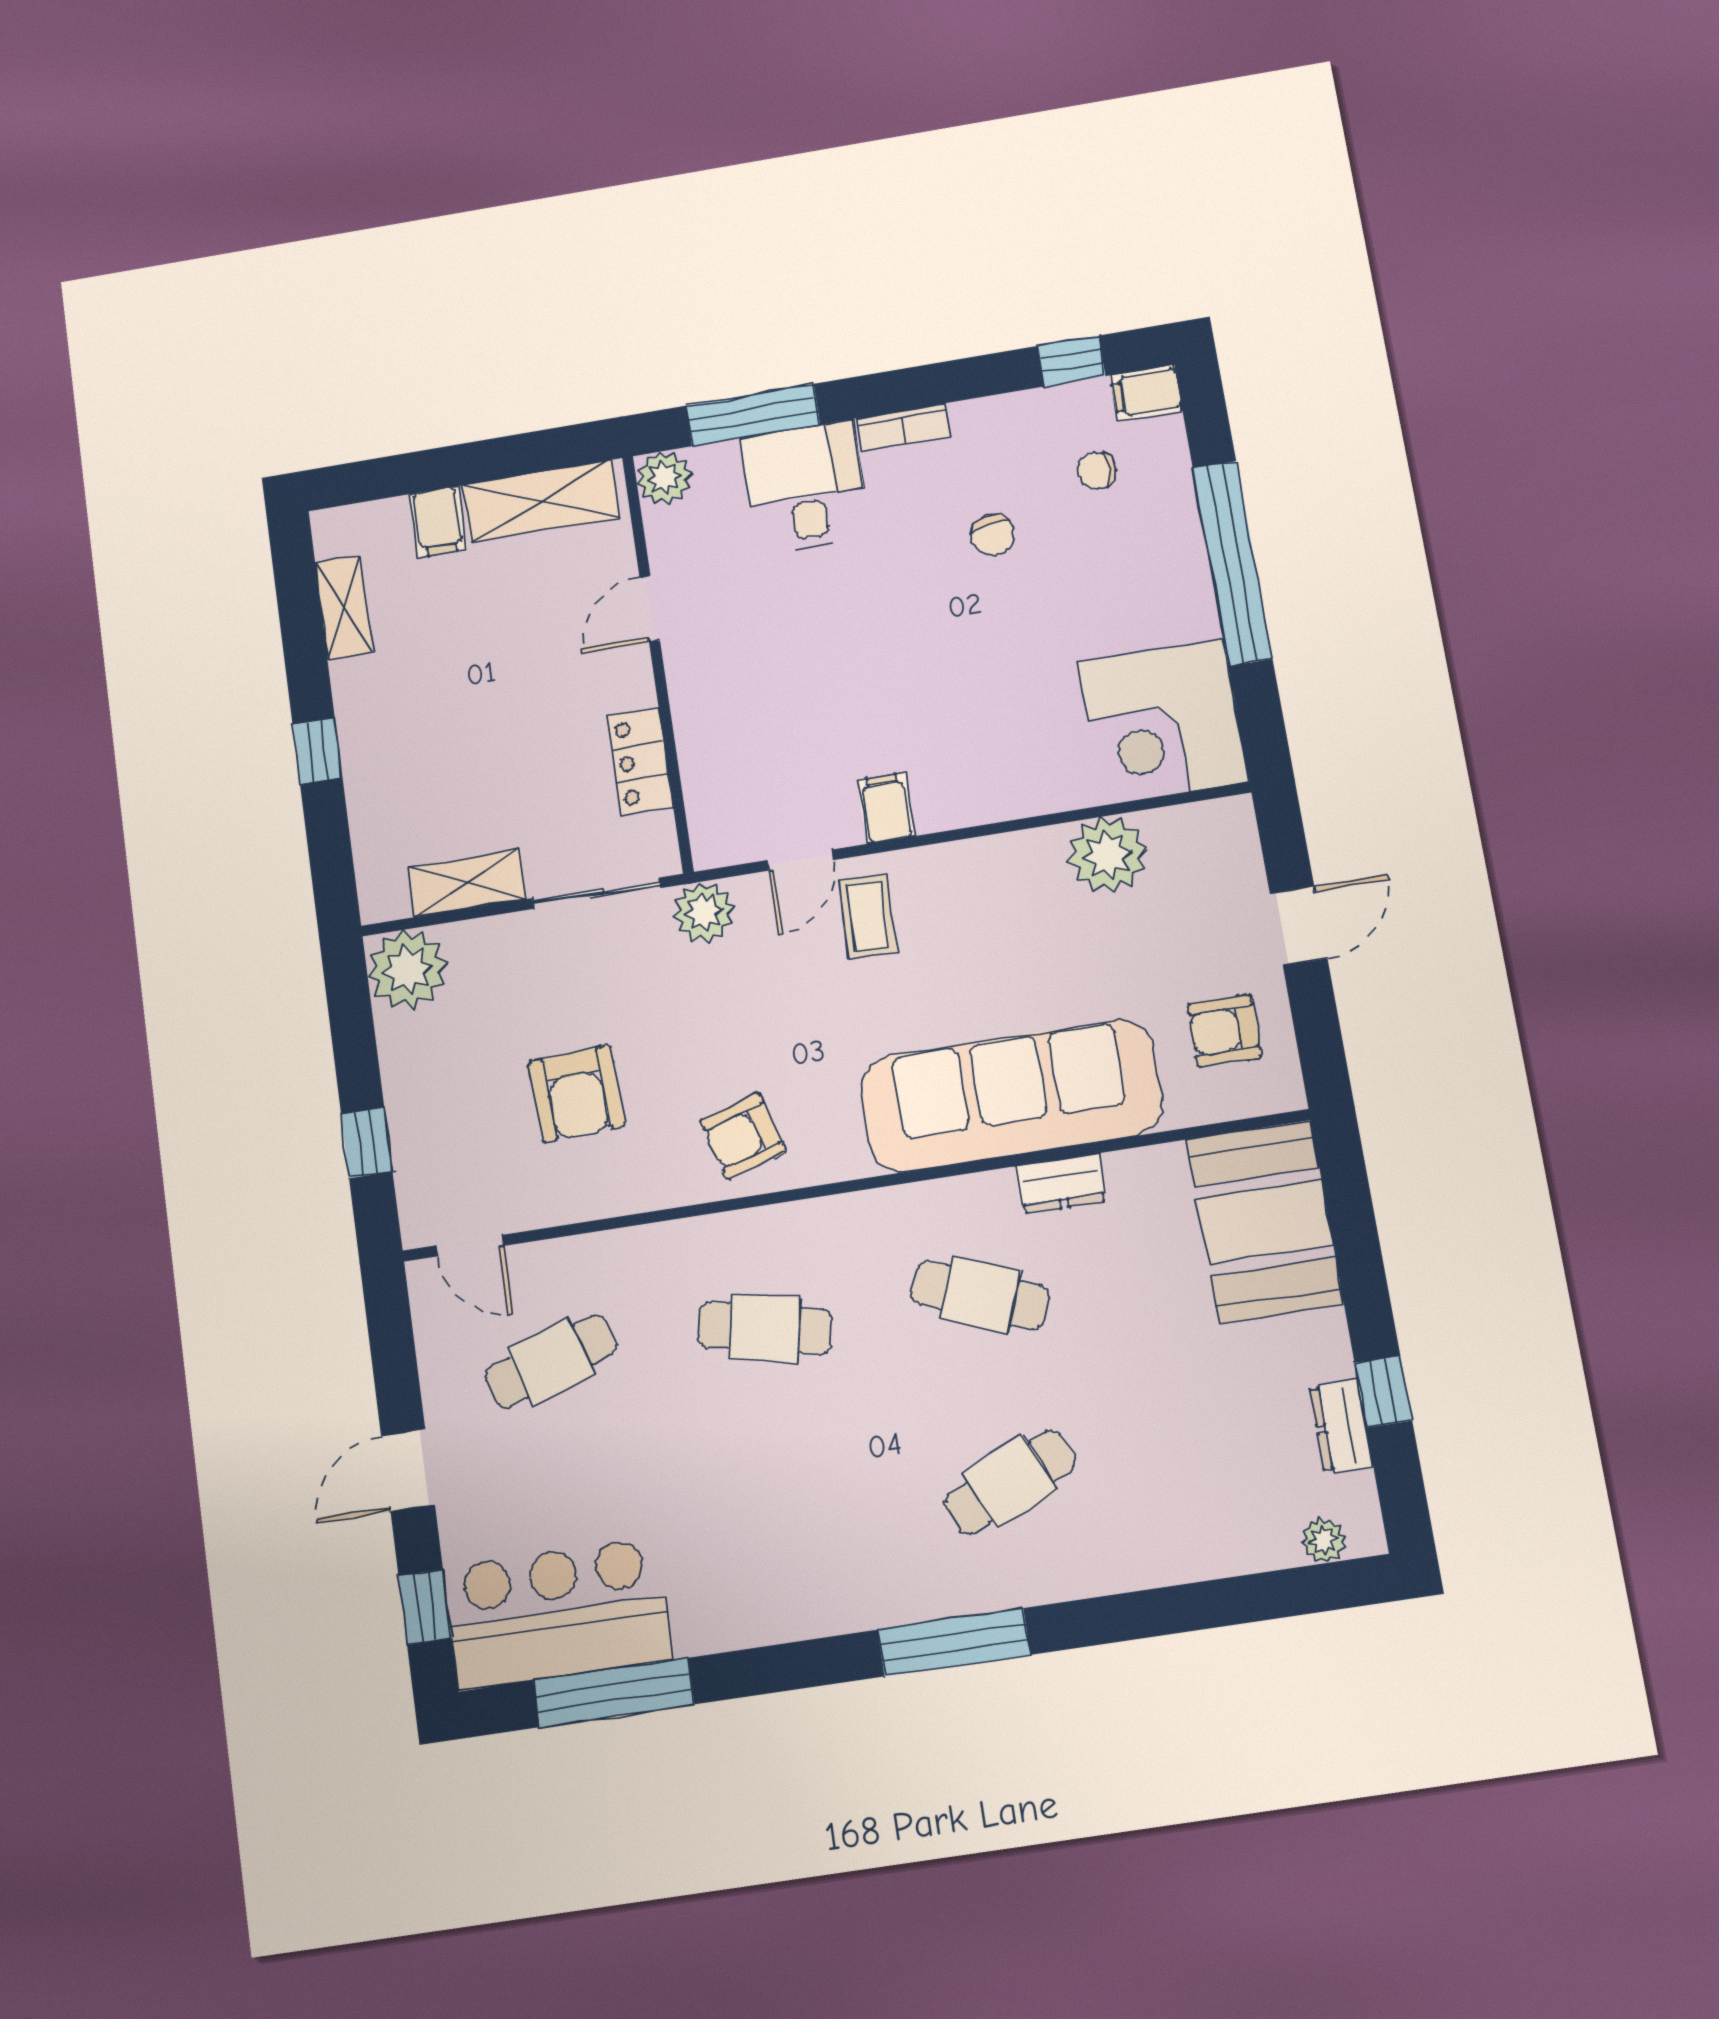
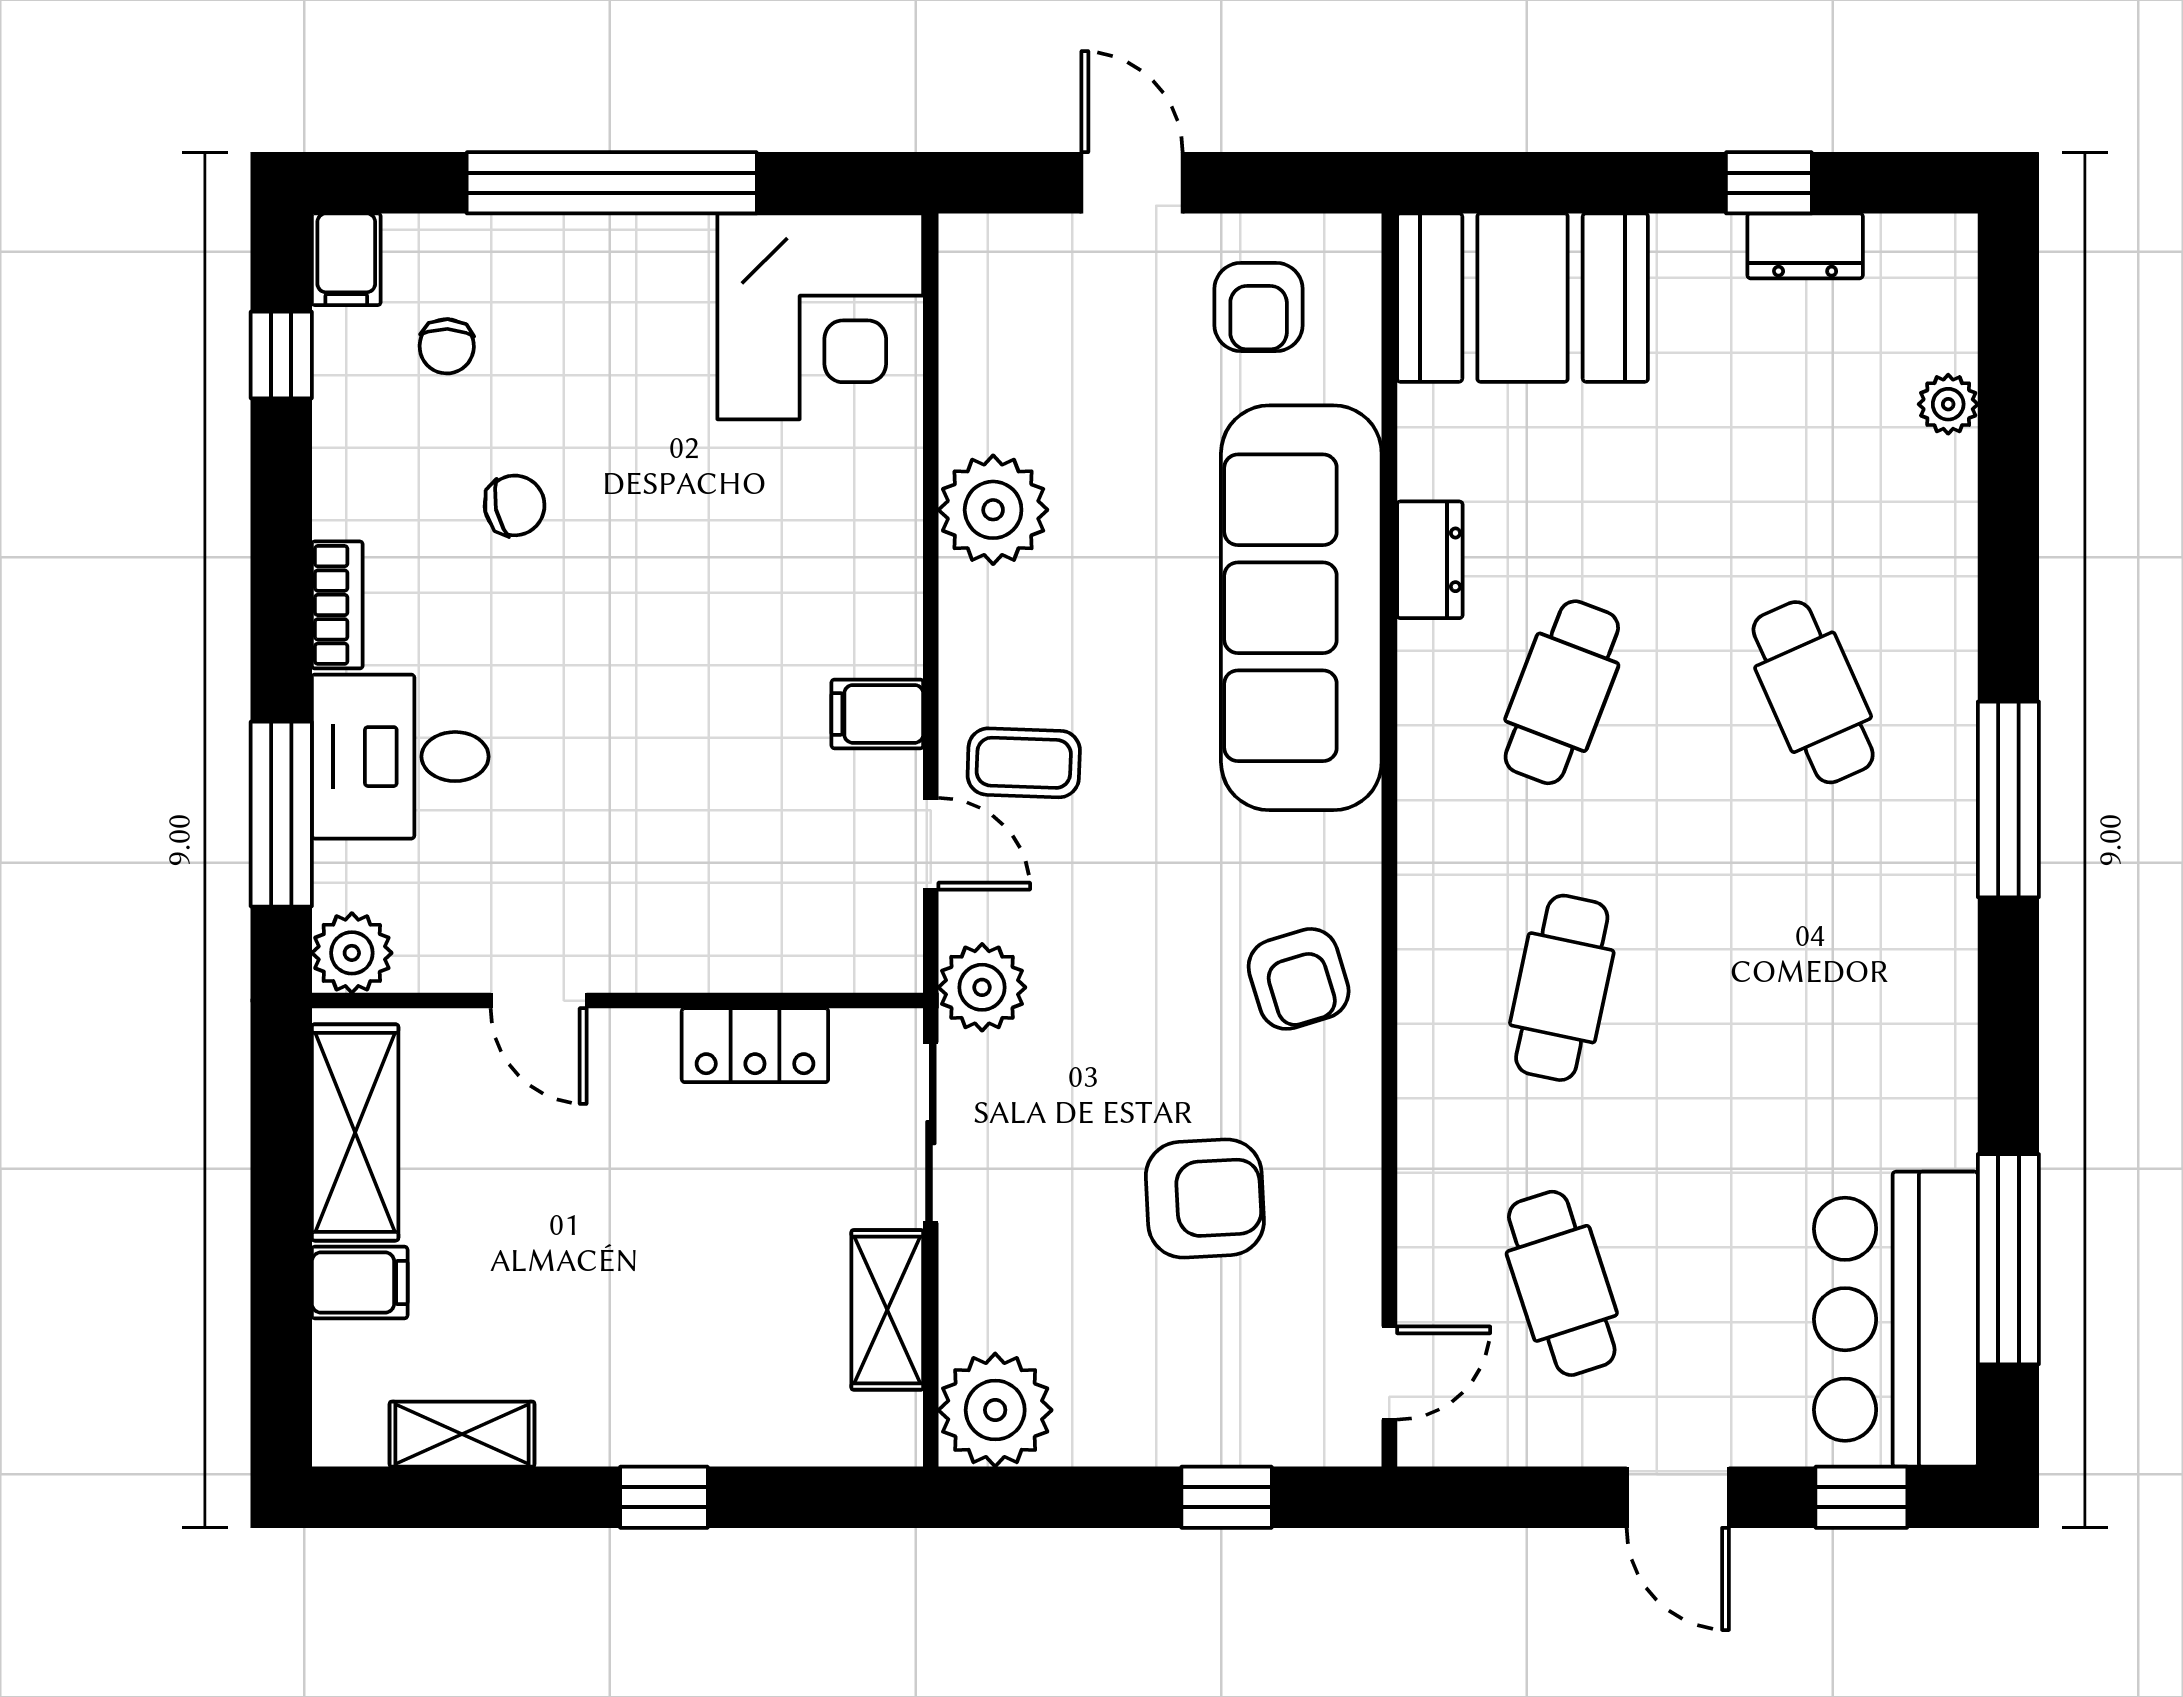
plant: (1108, 855) -> (993, 510), moved
plant: (1324, 1540) -> (1948, 404), moved

